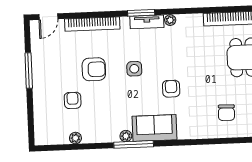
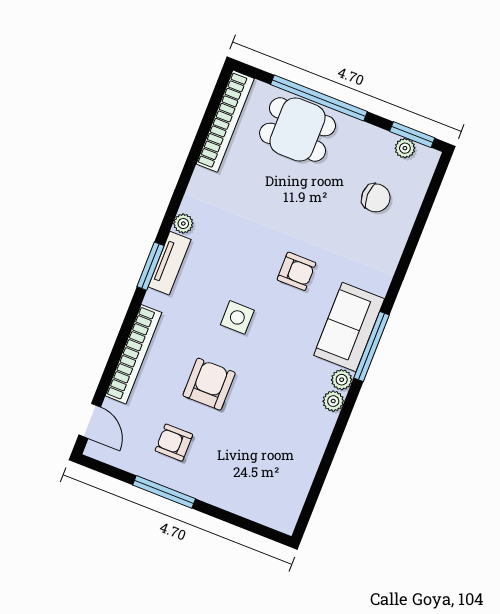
armchair: (171, 89) -> (296, 271), turned 180
armchair: (73, 100) -> (174, 443), moved
plant: (75, 138) -> (333, 401), moved
window: (134, 144) -> (371, 346), moved

